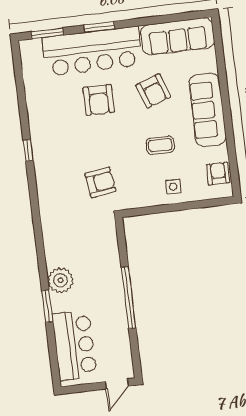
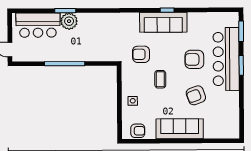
sofa: (177, 36) -> (163, 22), moved, turned -90
coffee table: (160, 145) -> (160, 79), moved
armchair: (100, 182) -> (141, 54), turned 98
plant: (60, 280) -> (69, 21), moved

